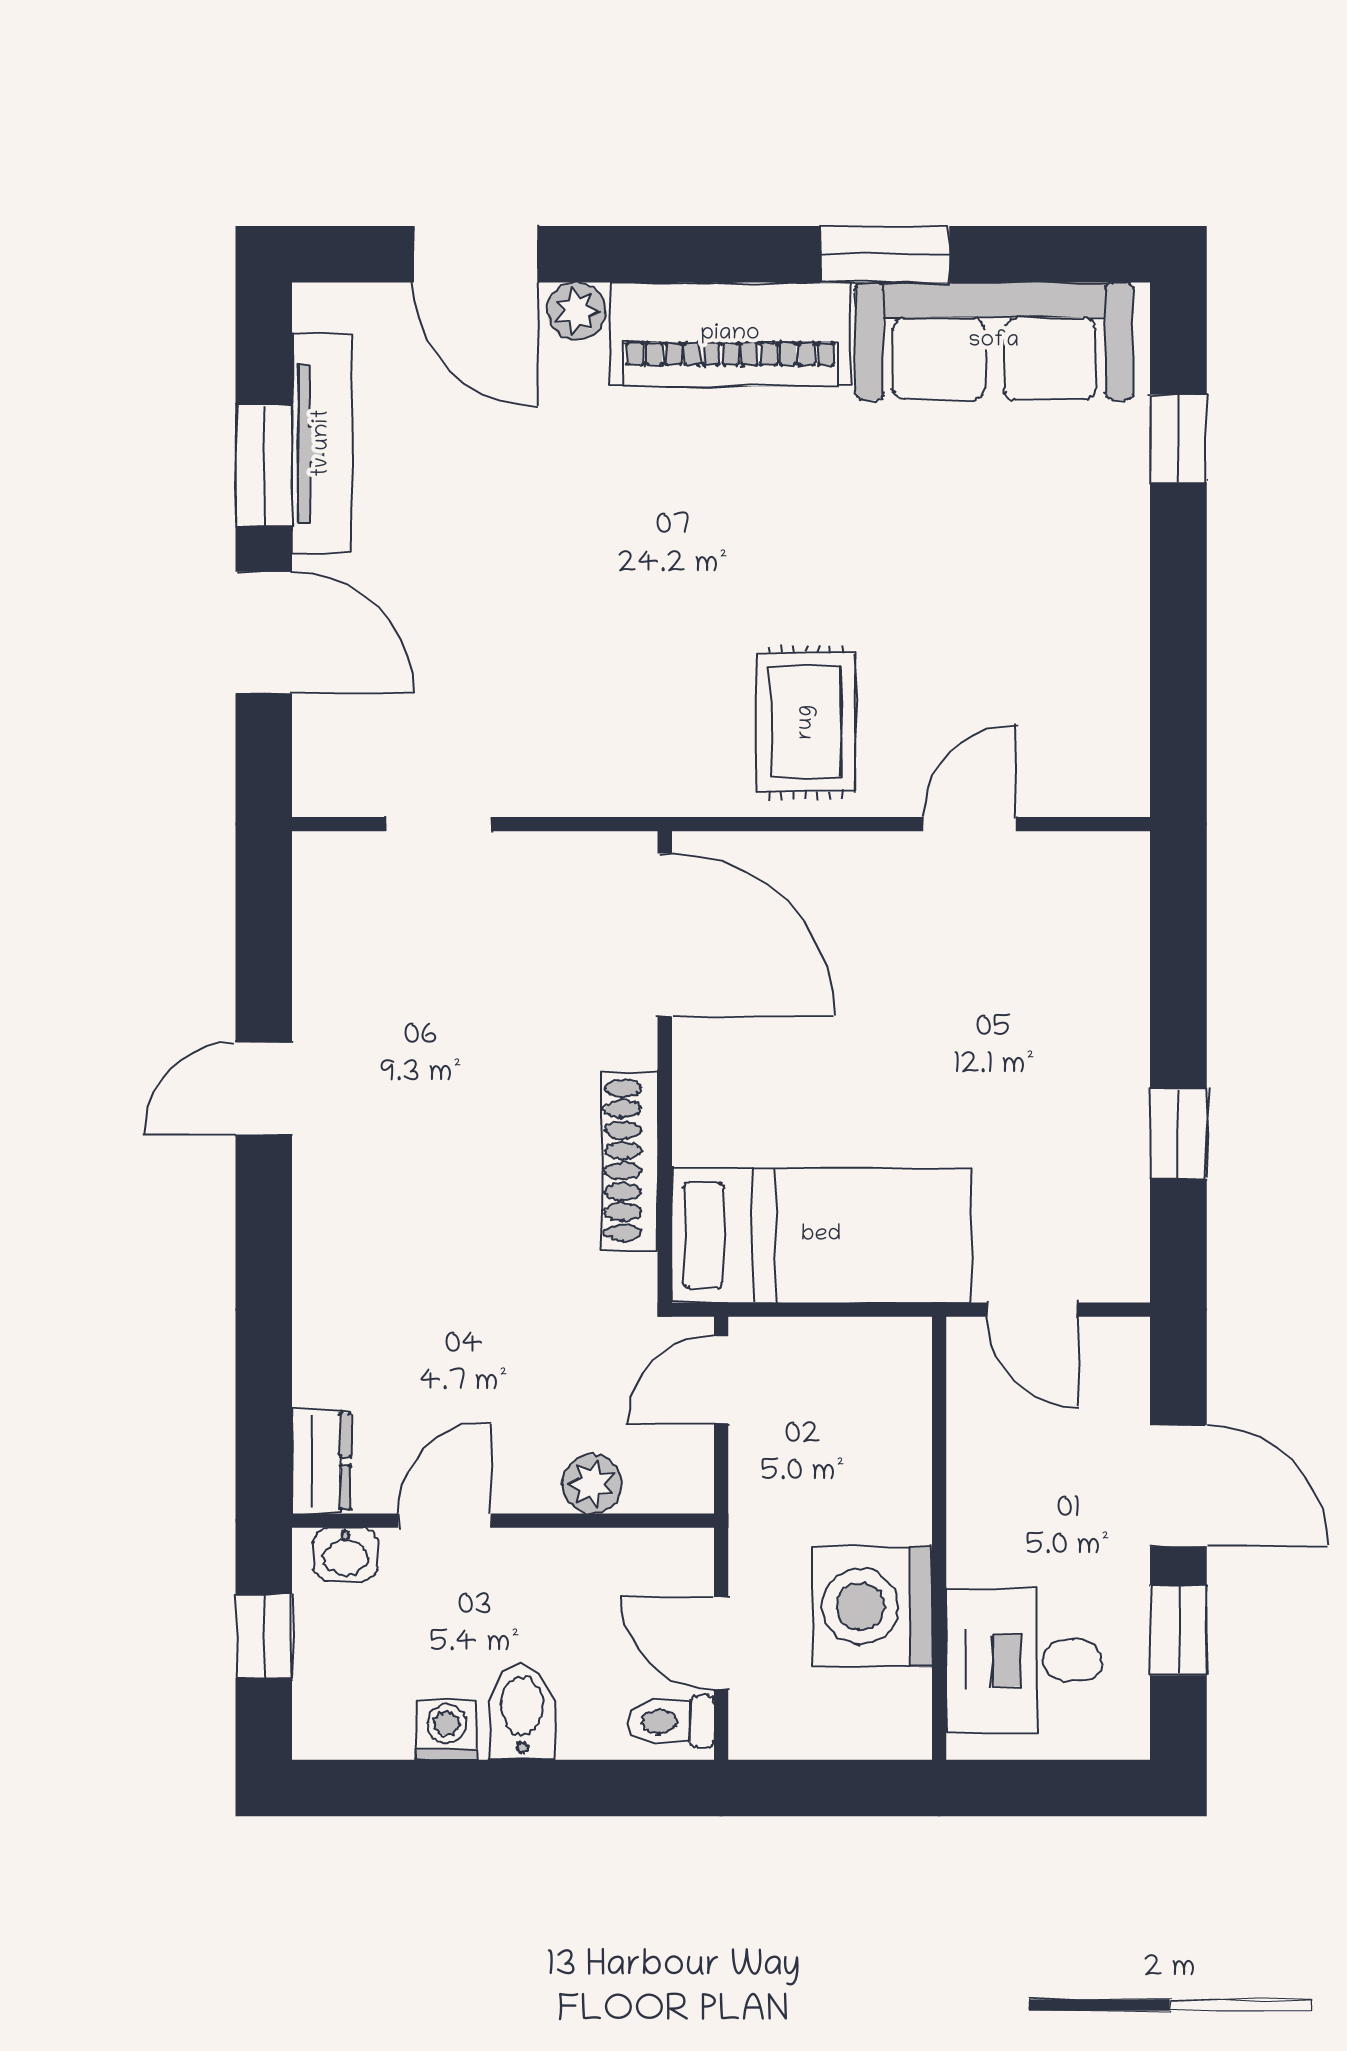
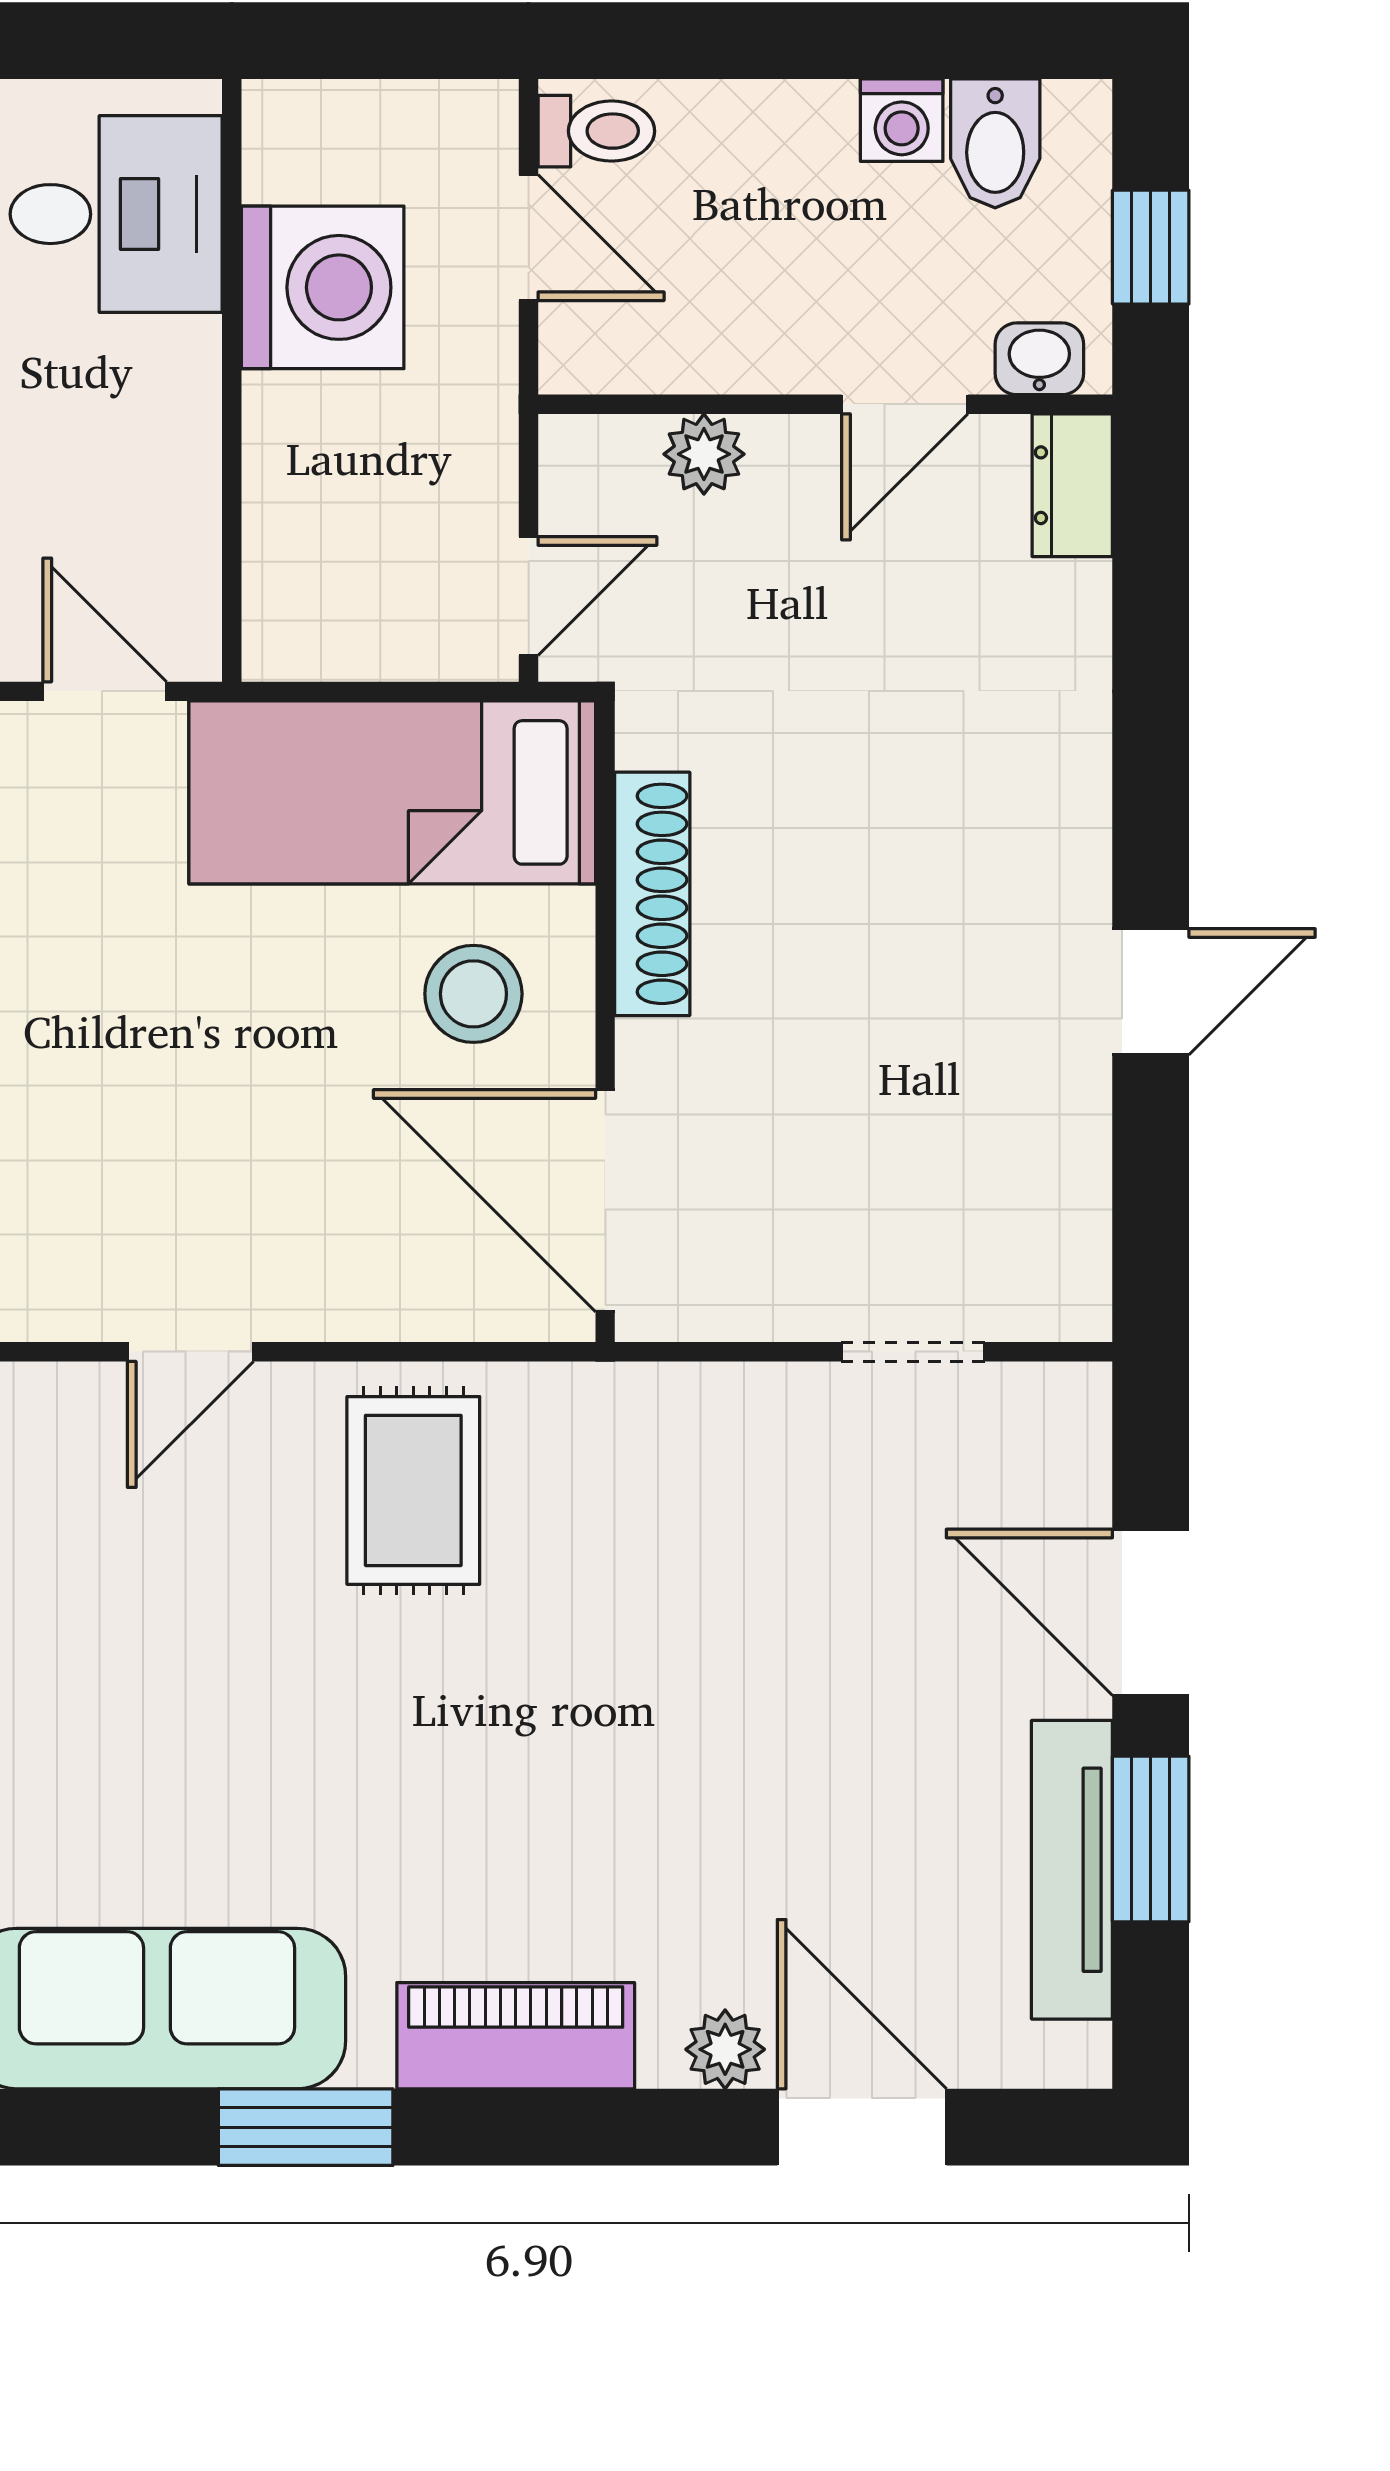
piano: (730, 334) -> (516, 2036), width x0.73, depth x0.75
stool: (762, 1087) -> (473, 994), added
bidet: (522, 1712) -> (995, 143), moved

